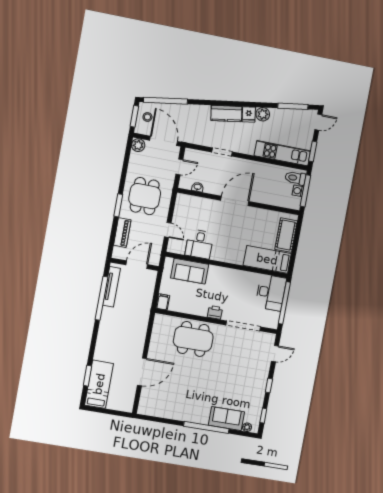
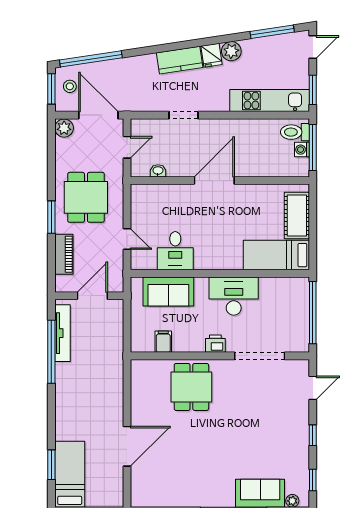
desk: (271, 293) -> (234, 296), moved, turned -90
filing cabinet: (163, 302) -> (163, 342), moved
dining table: (193, 339) -> (191, 387), width x0.73

